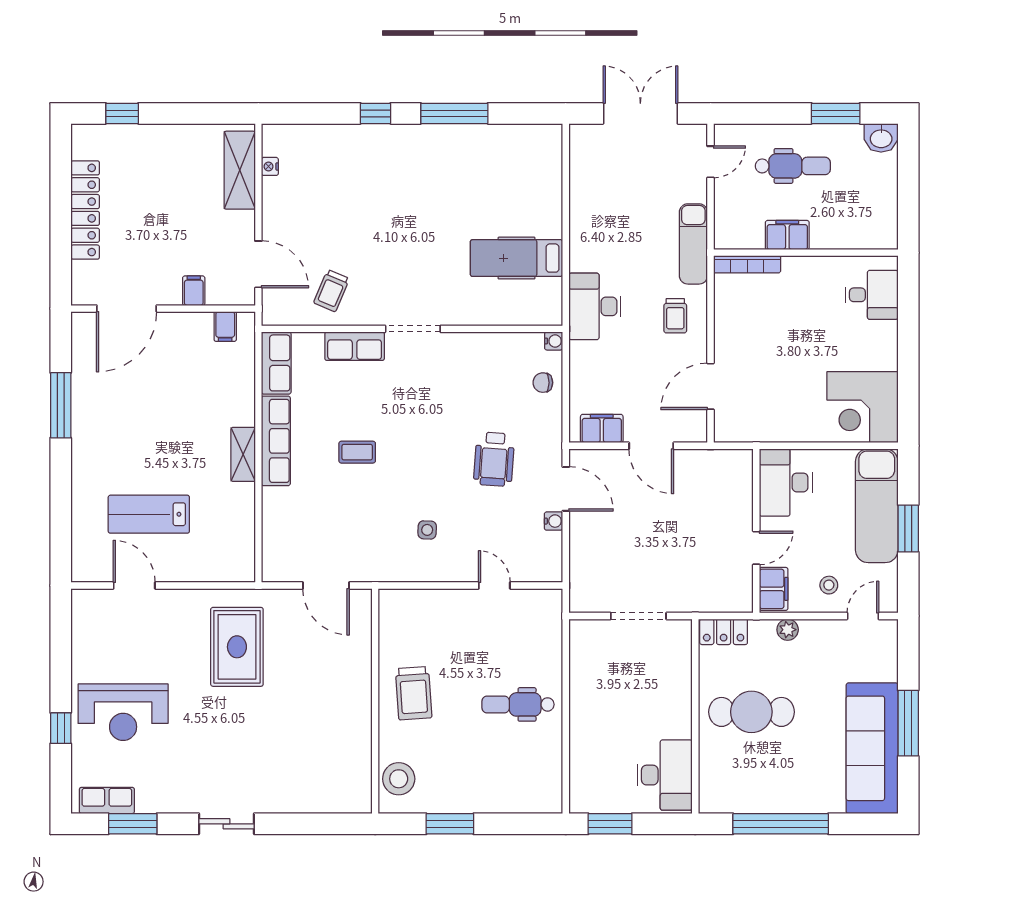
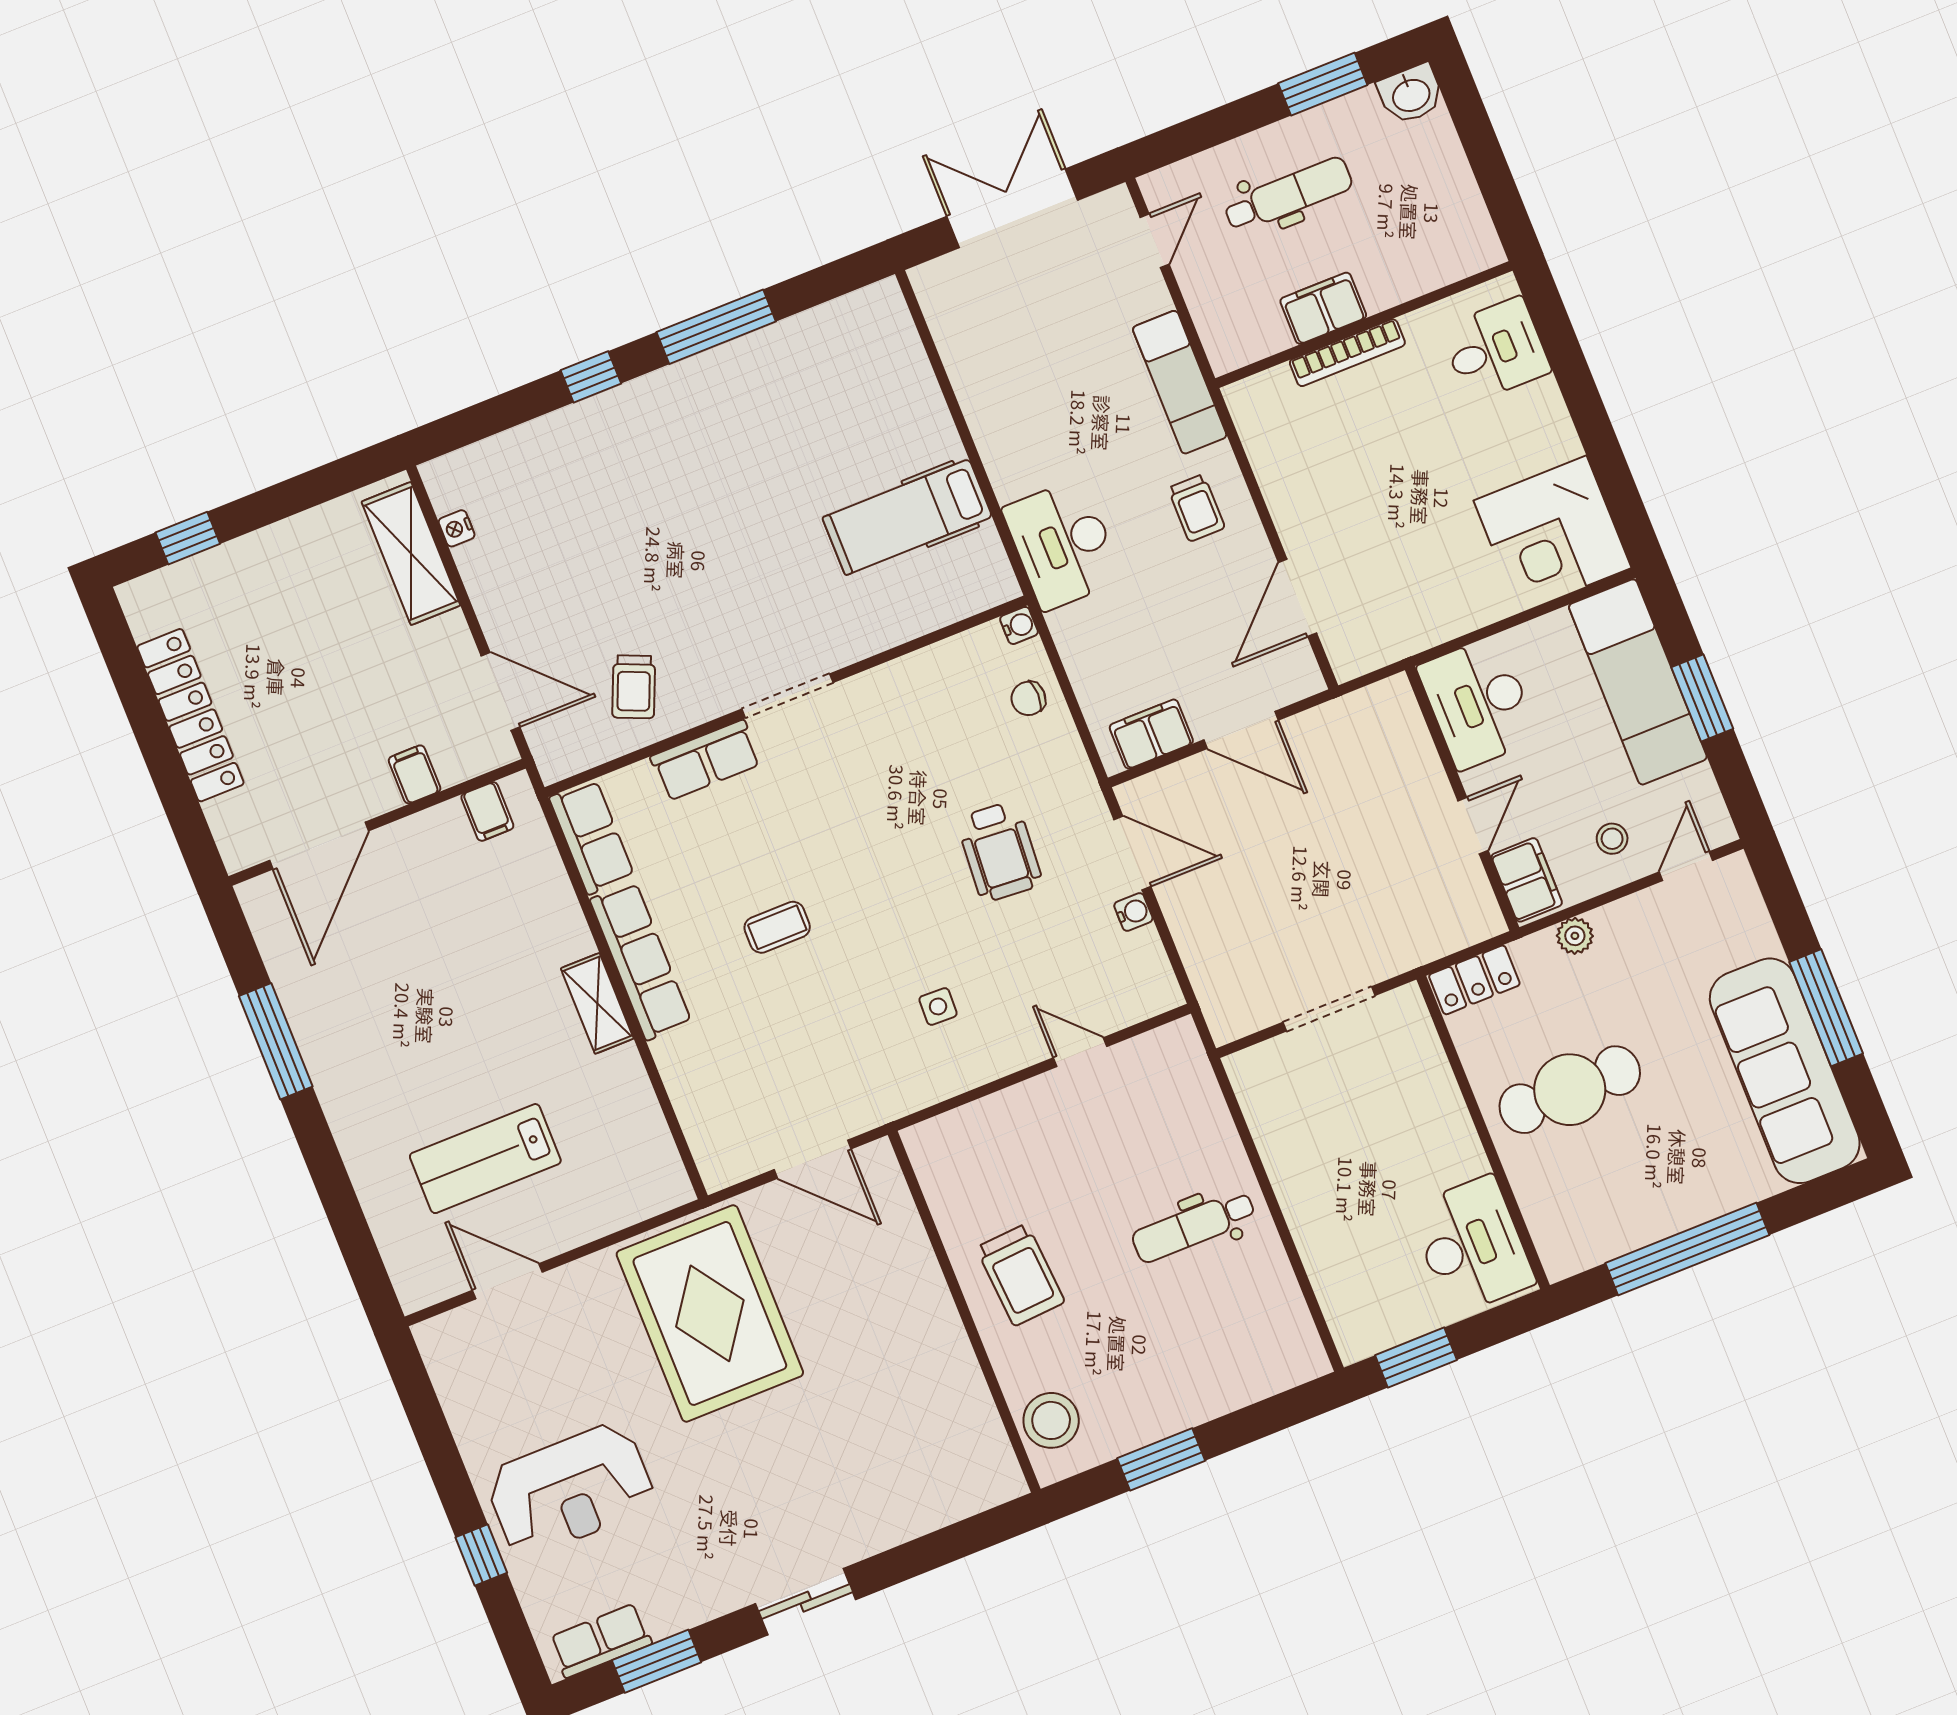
bookcase: (747, 264) -> (1347, 353), moved
rug: (237, 647) -> (710, 1313), width x1.37, depth x1.44

